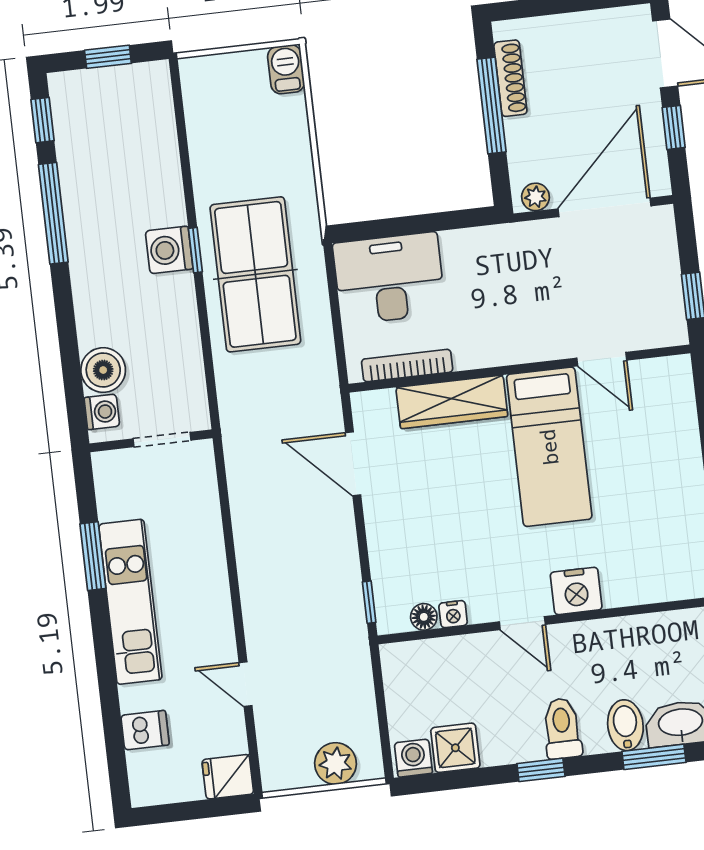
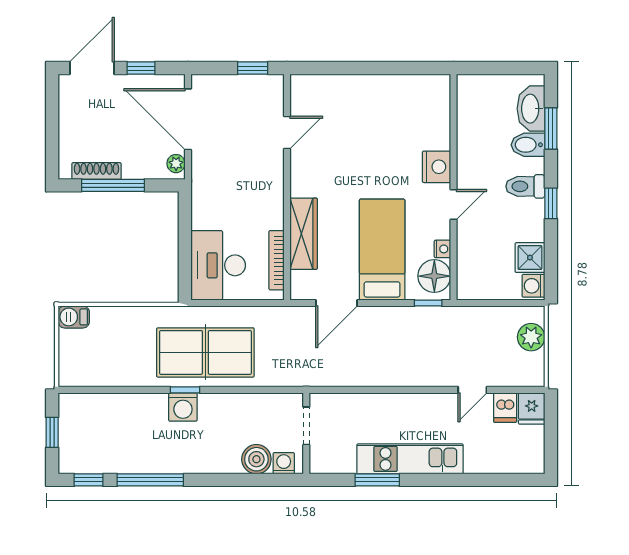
bed: (549, 447) -> (382, 250), moved, turned -90
floor lamp: (424, 617) -> (434, 276), width x1.89, depth x1.89
dishwasher: (145, 730) -> (505, 408), moved, turned 180

